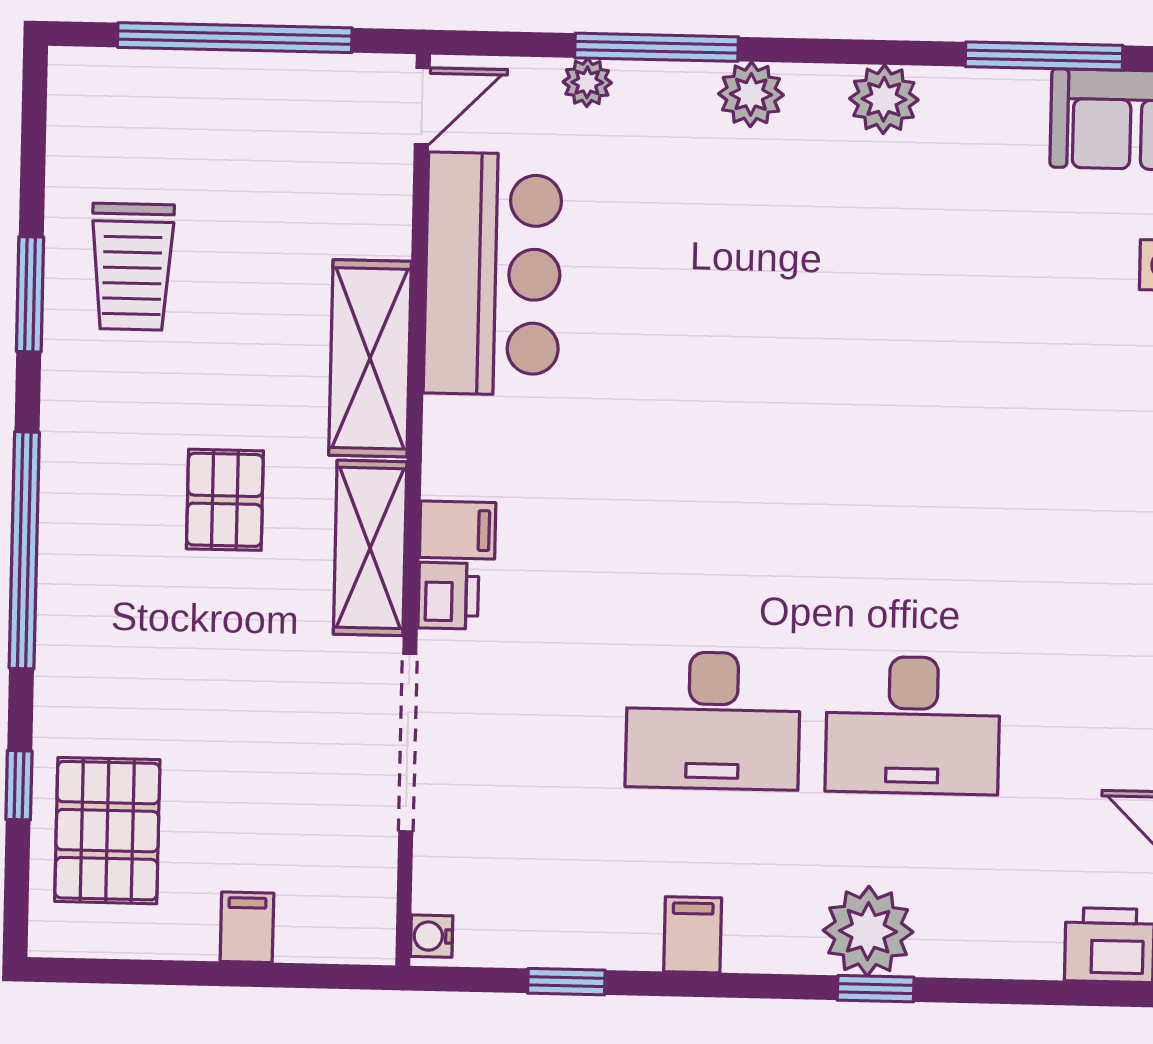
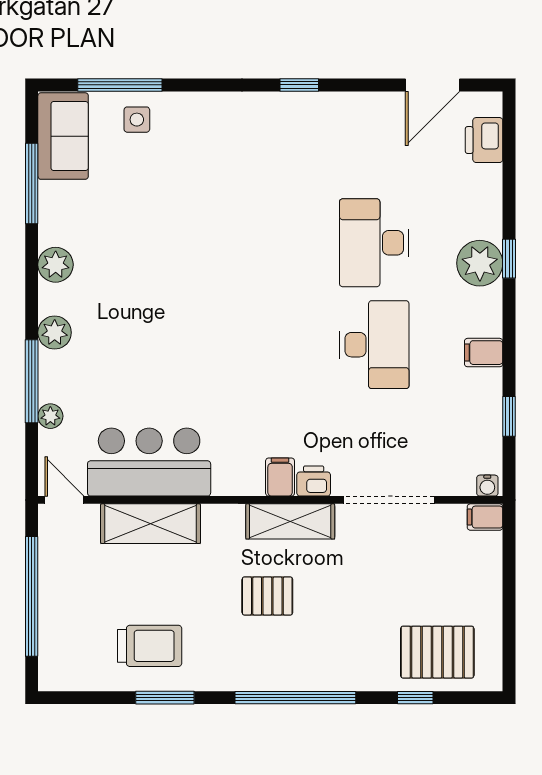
shelving: (370, 358) -> (151, 524), moved
desk: (913, 725) -> (374, 243), turned 180
filing cabinet: (247, 927) -> (485, 517), moved

